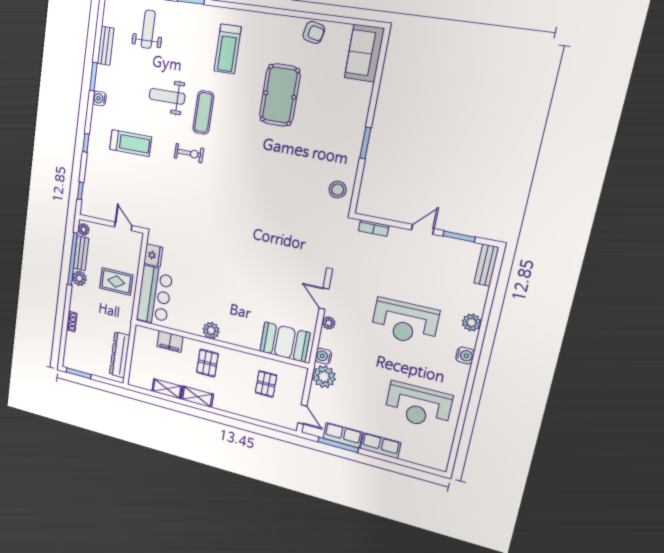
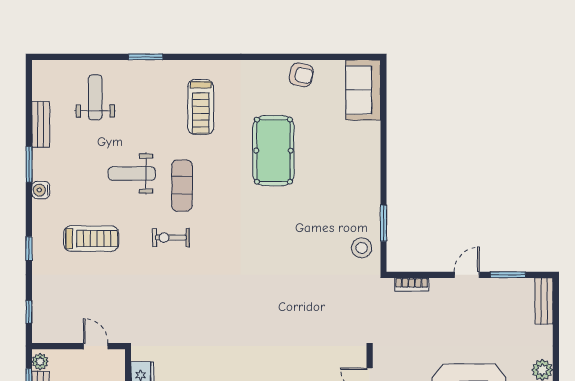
window: (365, 143) -> (383, 223), moved
exercise bike: (189, 153) -> (171, 238), turned 180

